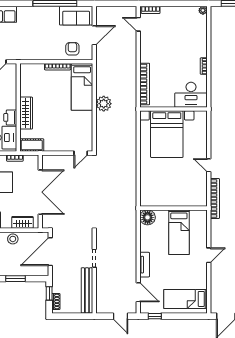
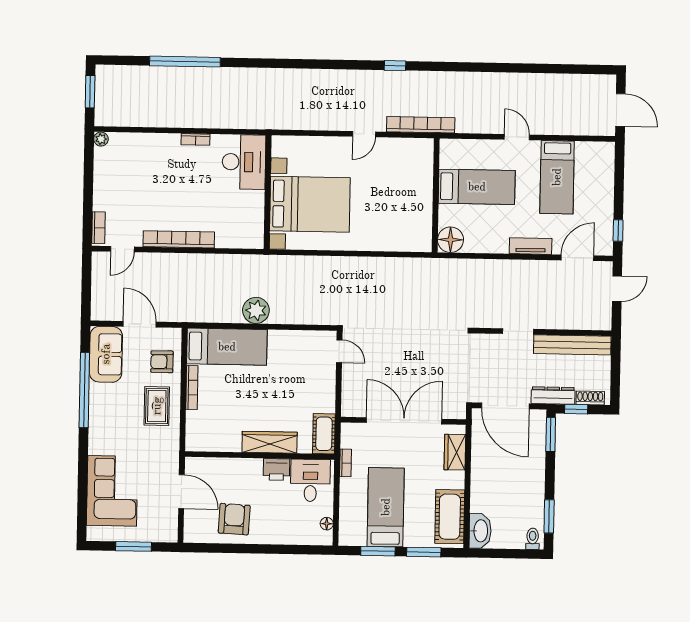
rug: (46, 46) -> (157, 406), added
bookcase: (145, 84) -> (179, 239), moved
stool: (13, 239) -> (483, 469), removed
window: (15, 279) -> (551, 434), moved
dresser: (57, 280) -> (553, 396), added
bed: (186, 299) -> (557, 177), moved

